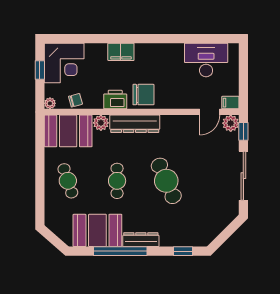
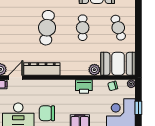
chair: (143, 95) -> (47, 113), moved
dresser: (135, 124) -> (42, 69), moved
cafe table: (166, 181) -> (47, 28), turned 30

